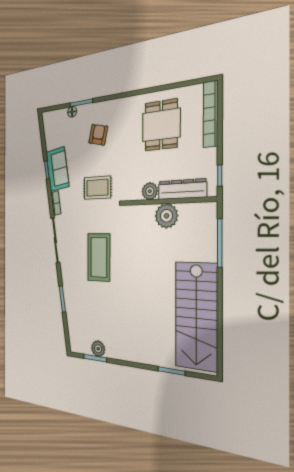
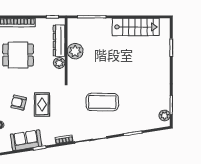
sofa: (57, 169) -> (26, 140), moved
rug: (97, 188) -> (42, 105), moved
stairs: (196, 316) -> (136, 27), width x0.73, depth x0.66
plant: (98, 349) -> (165, 115), moved

